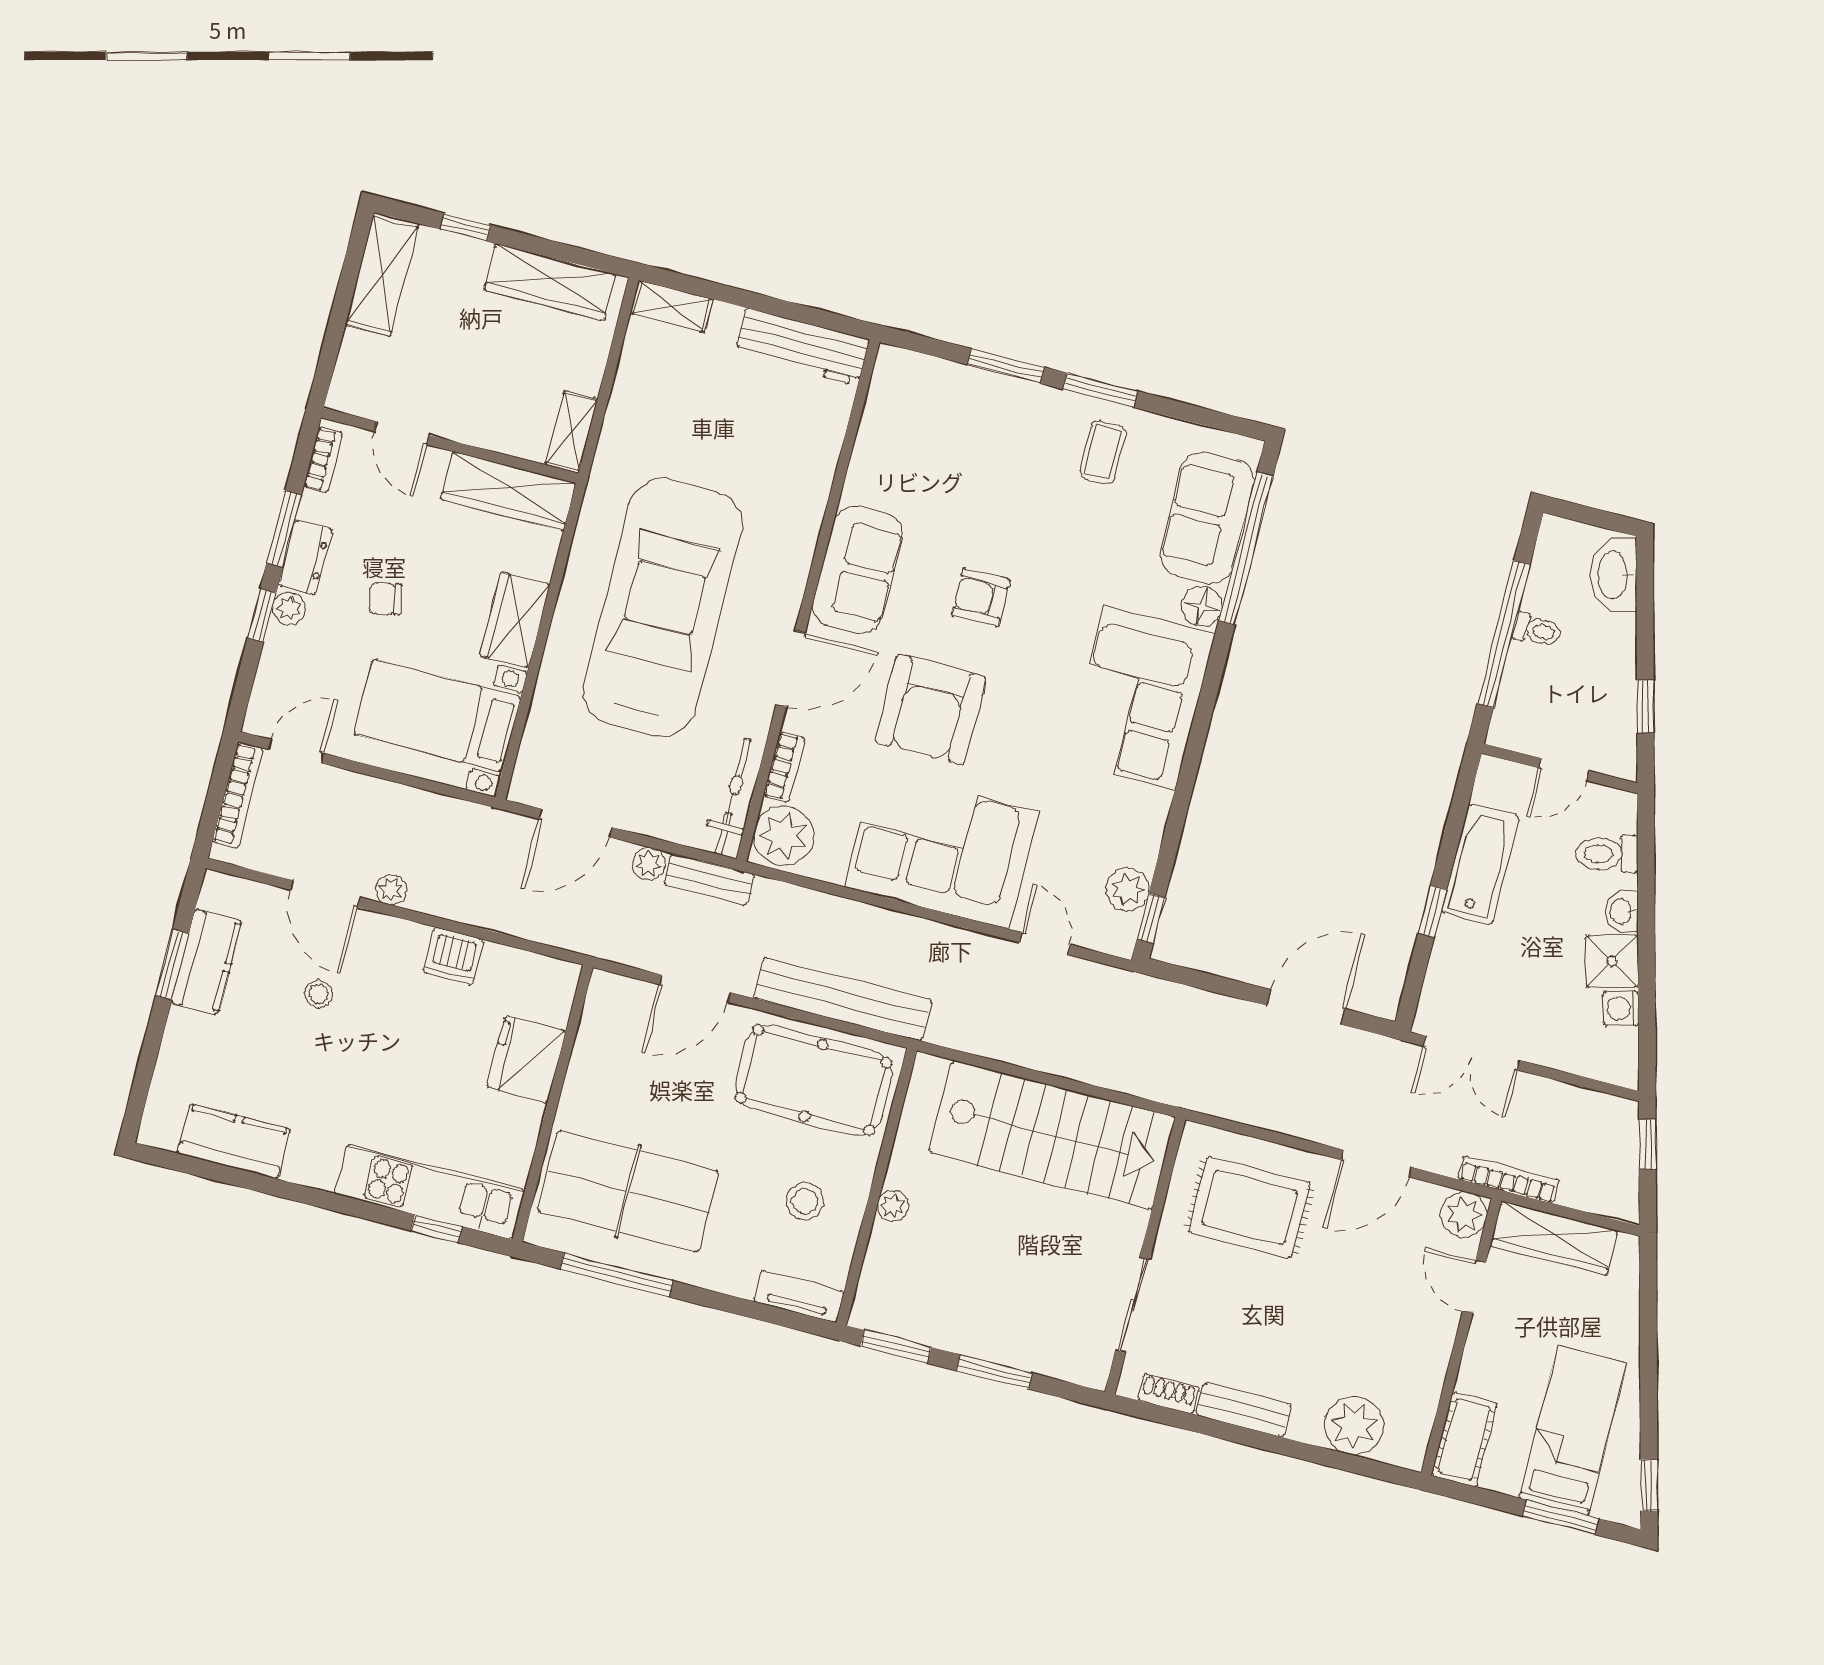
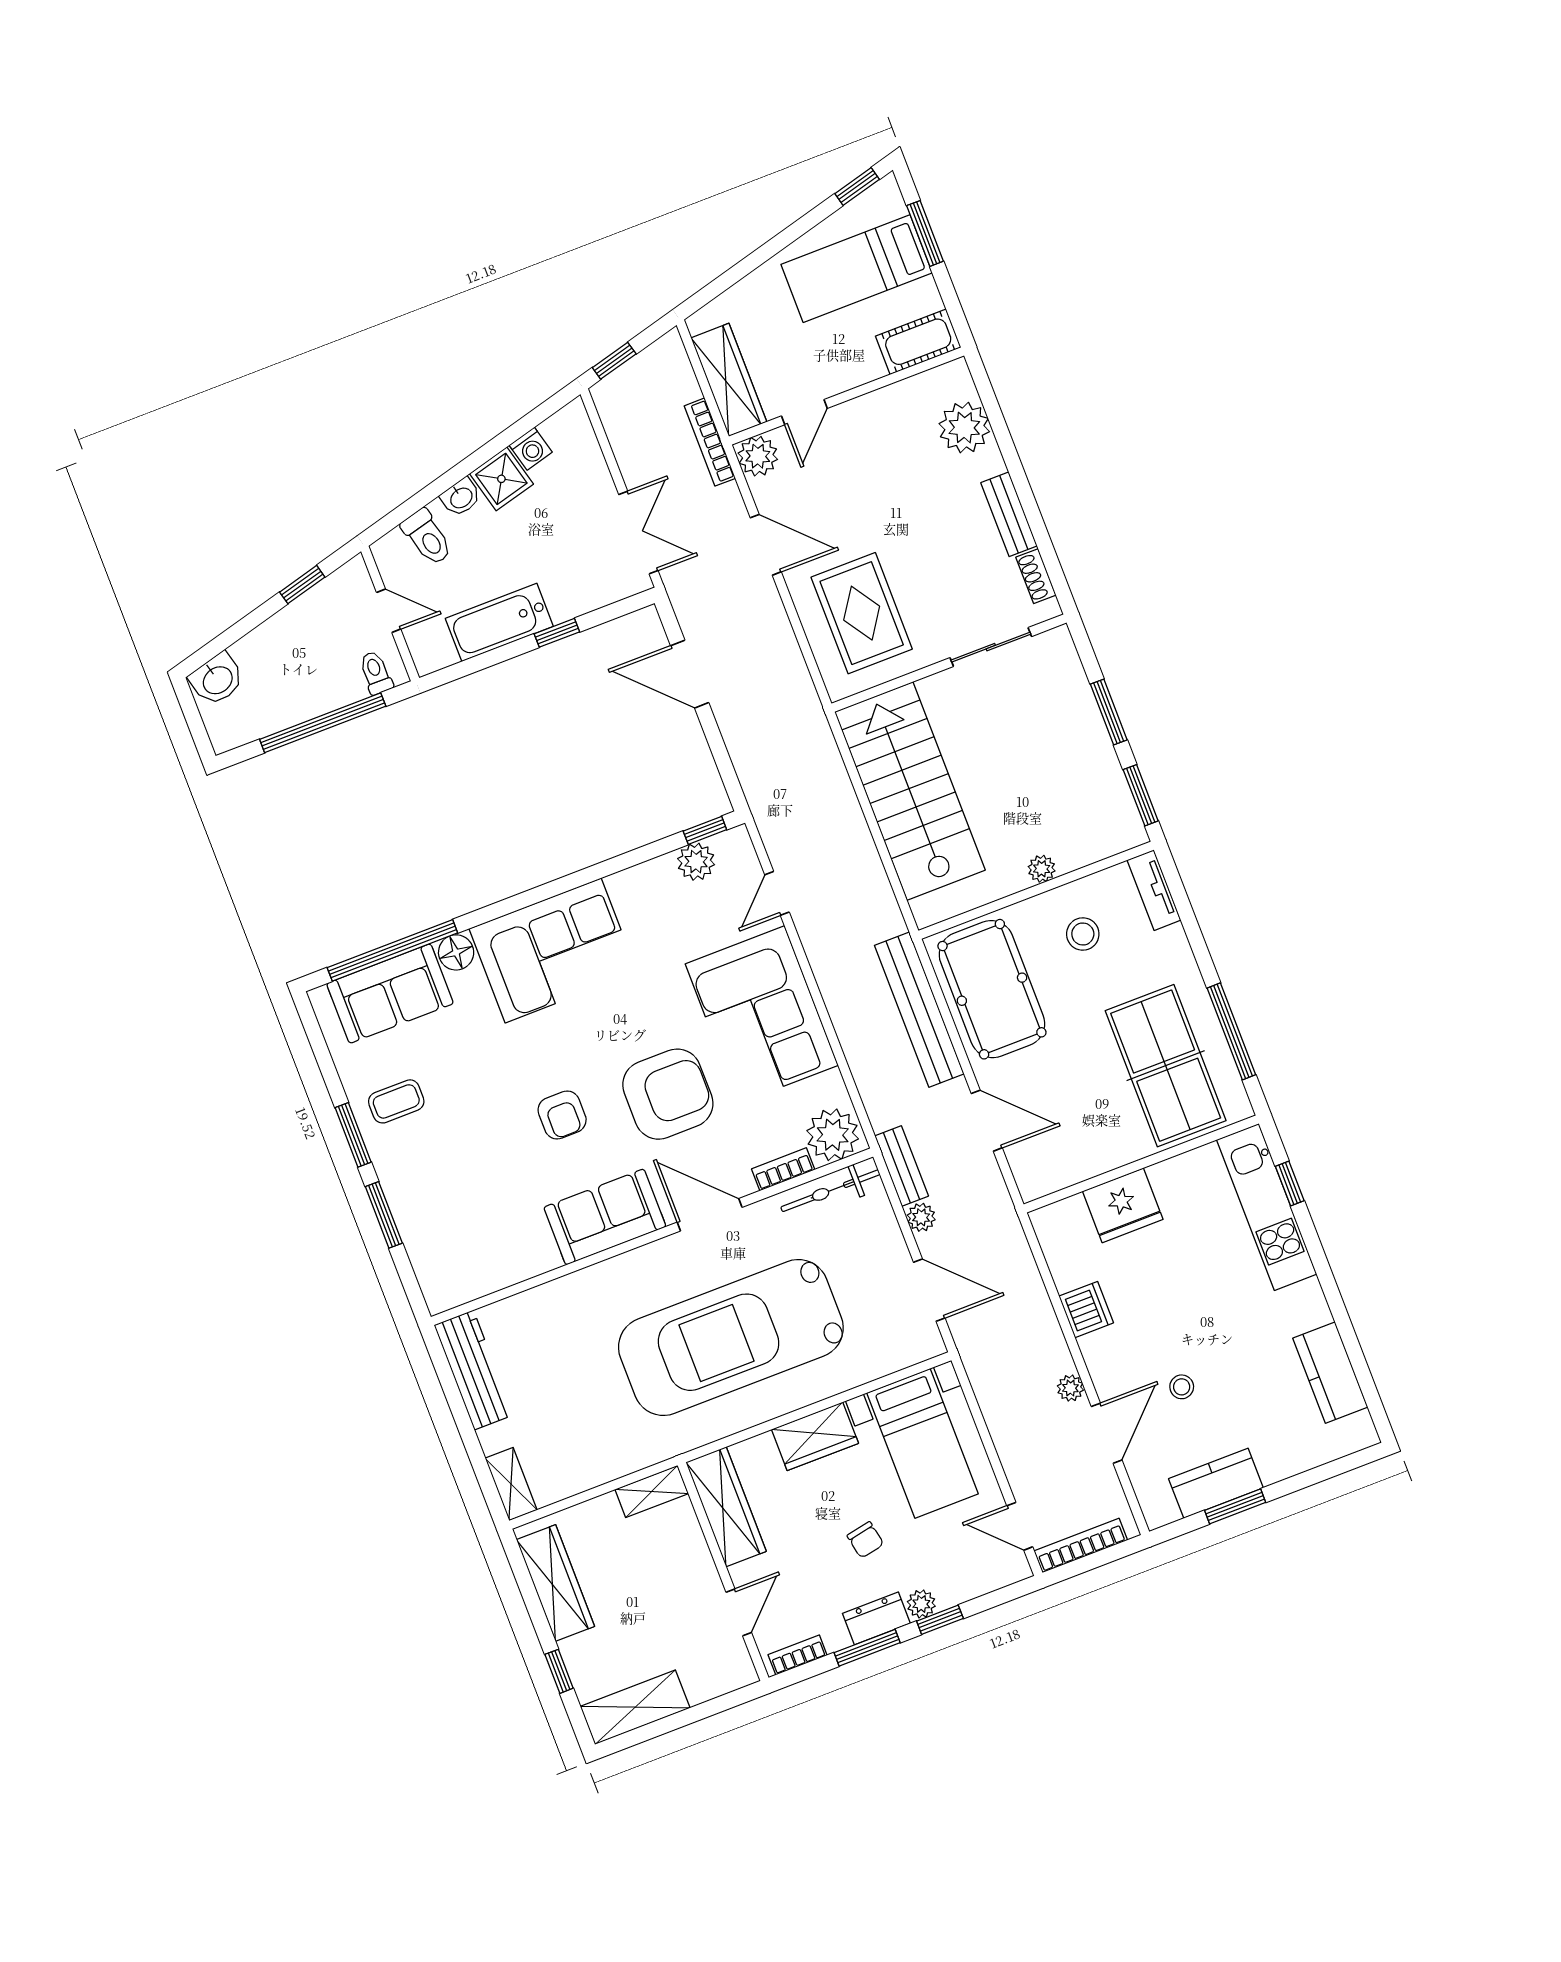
washbasin: (1614, 575) -> (217, 679), width x0.72
toilet: (1537, 630) -> (376, 673), moved

